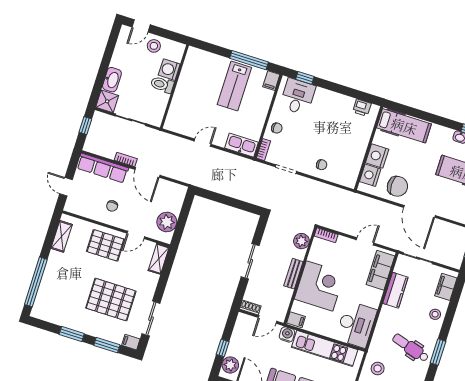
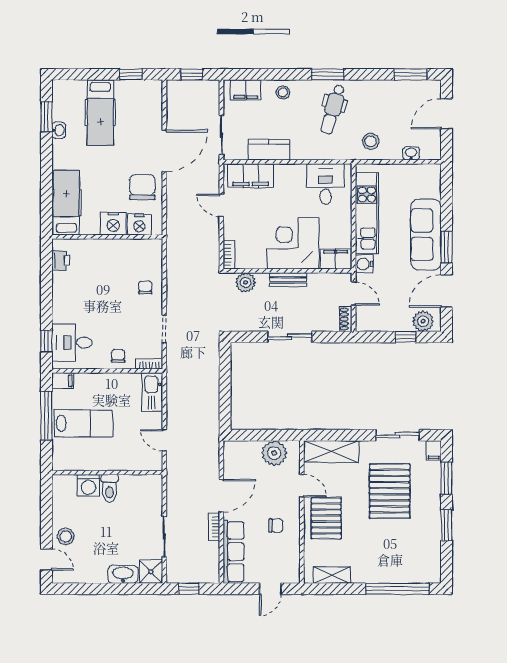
washing machine: (169, 70) -> (89, 486), moved
toilet: (162, 85) -> (109, 488), moved
wall: (174, 87) -> (107, 473), moved
shelving: (159, 259) -> (331, 452), width x1.50, depth x1.33
filing cabinet: (296, 320) -> (335, 259), width x2.00
desk: (356, 324) -> (326, 184), width x0.73

